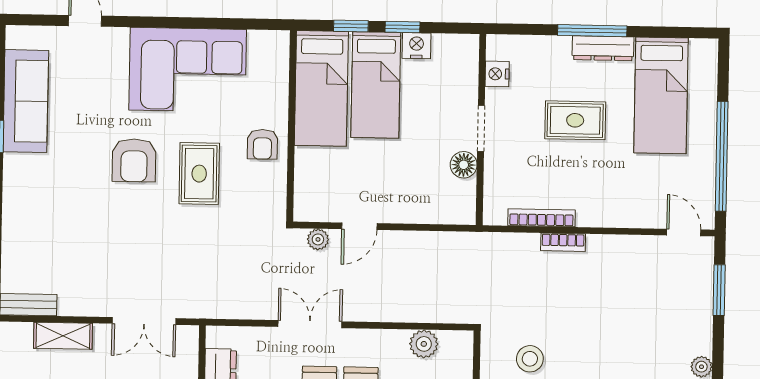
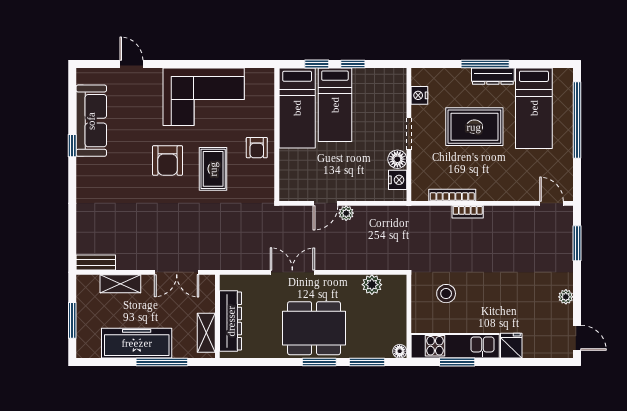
nightstand: (417, 46) -> (398, 180), moved, turned 90
rug: (575, 120) -> (474, 127), width x1.36, depth x1.43
window: (722, 156) -> (577, 120), moved
plant: (318, 239) -> (346, 213), moved

